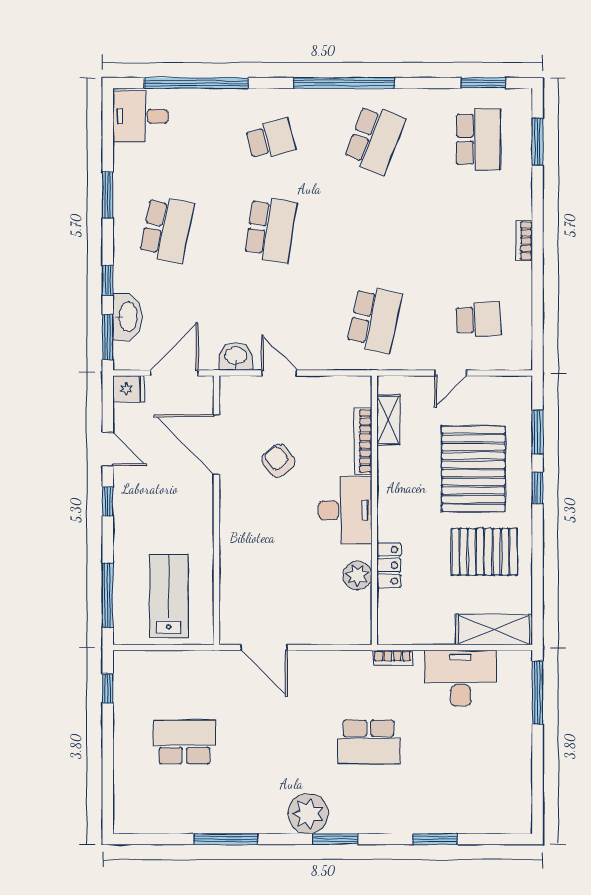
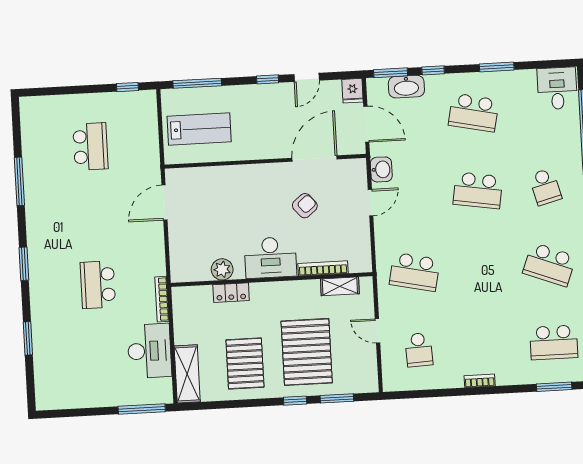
pallet: (473, 469) -> (307, 352), turned 90
bookcase: (393, 658) -> (162, 299), width x1.56
plant: (308, 814) -> (42, 242), removed

